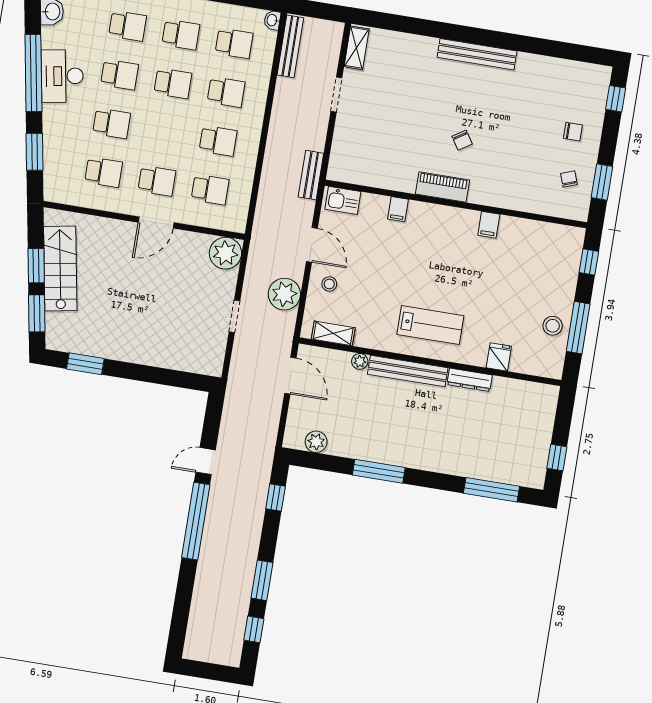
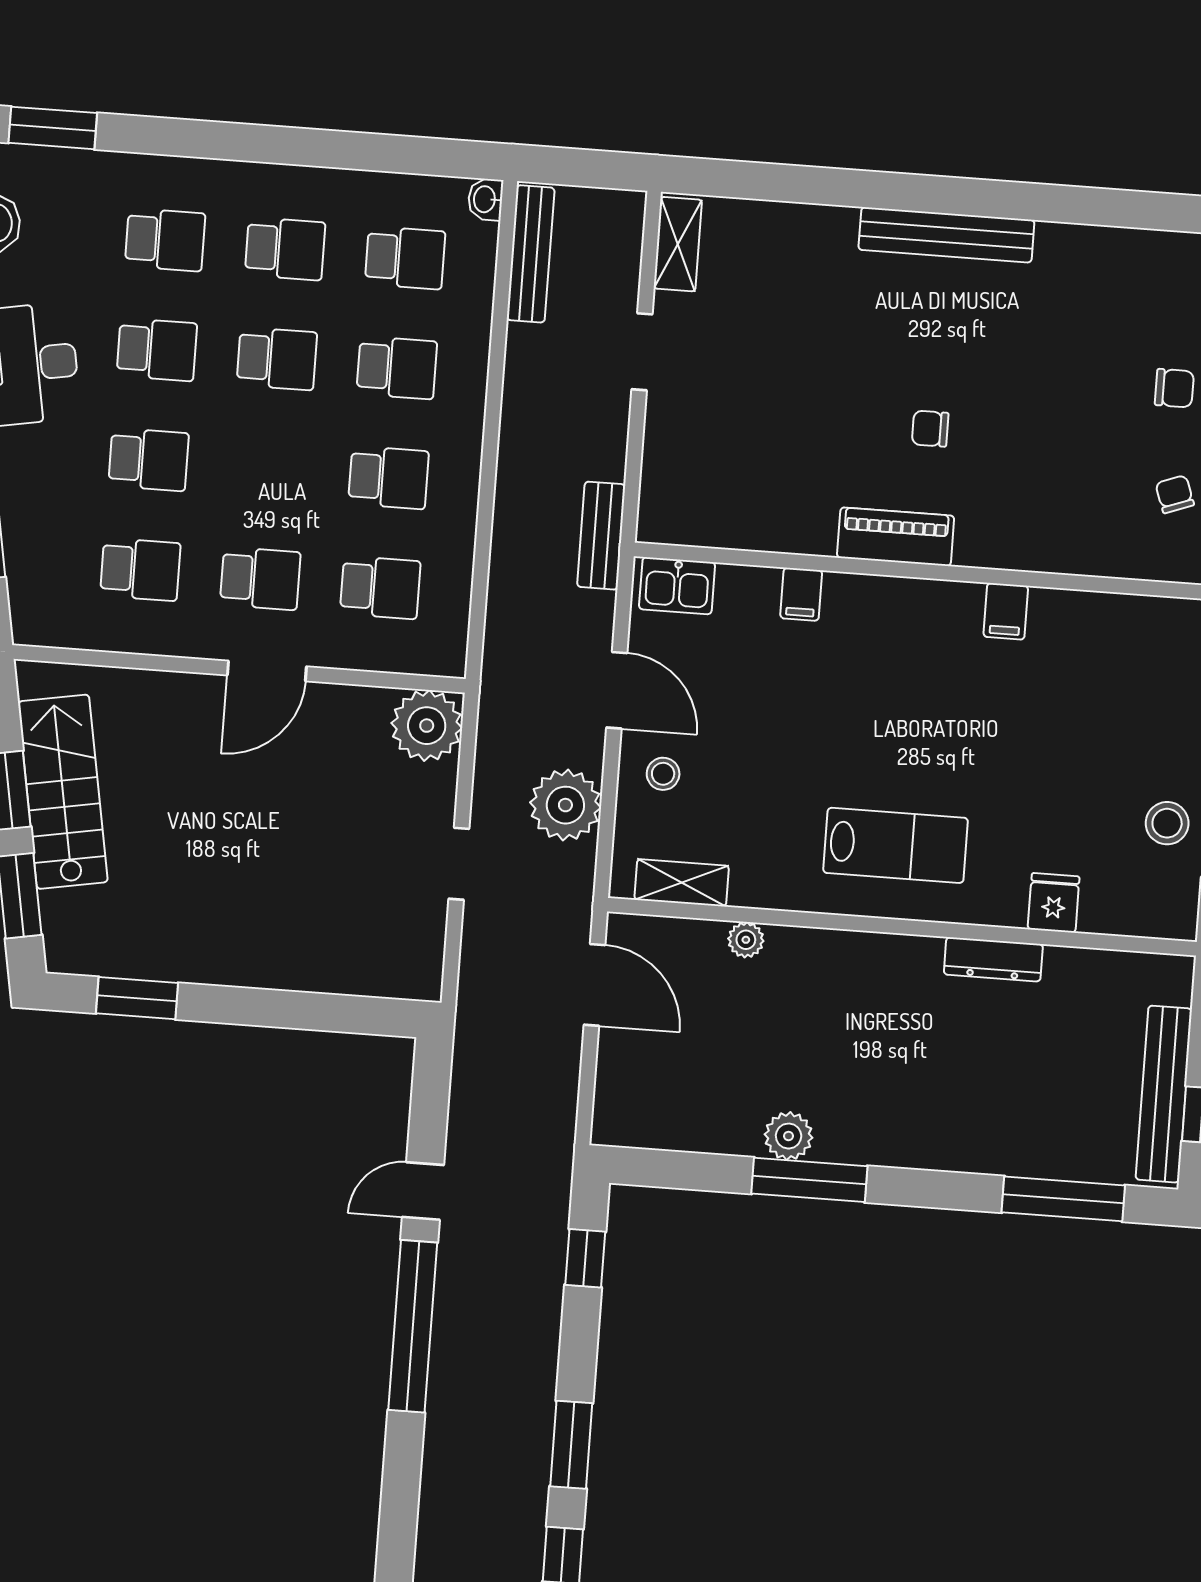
chair: (462, 140) -> (930, 429), turned 123
bench: (408, 371) -> (1164, 1094), moved, turned 90
plant: (316, 442) -> (789, 1136), moved

